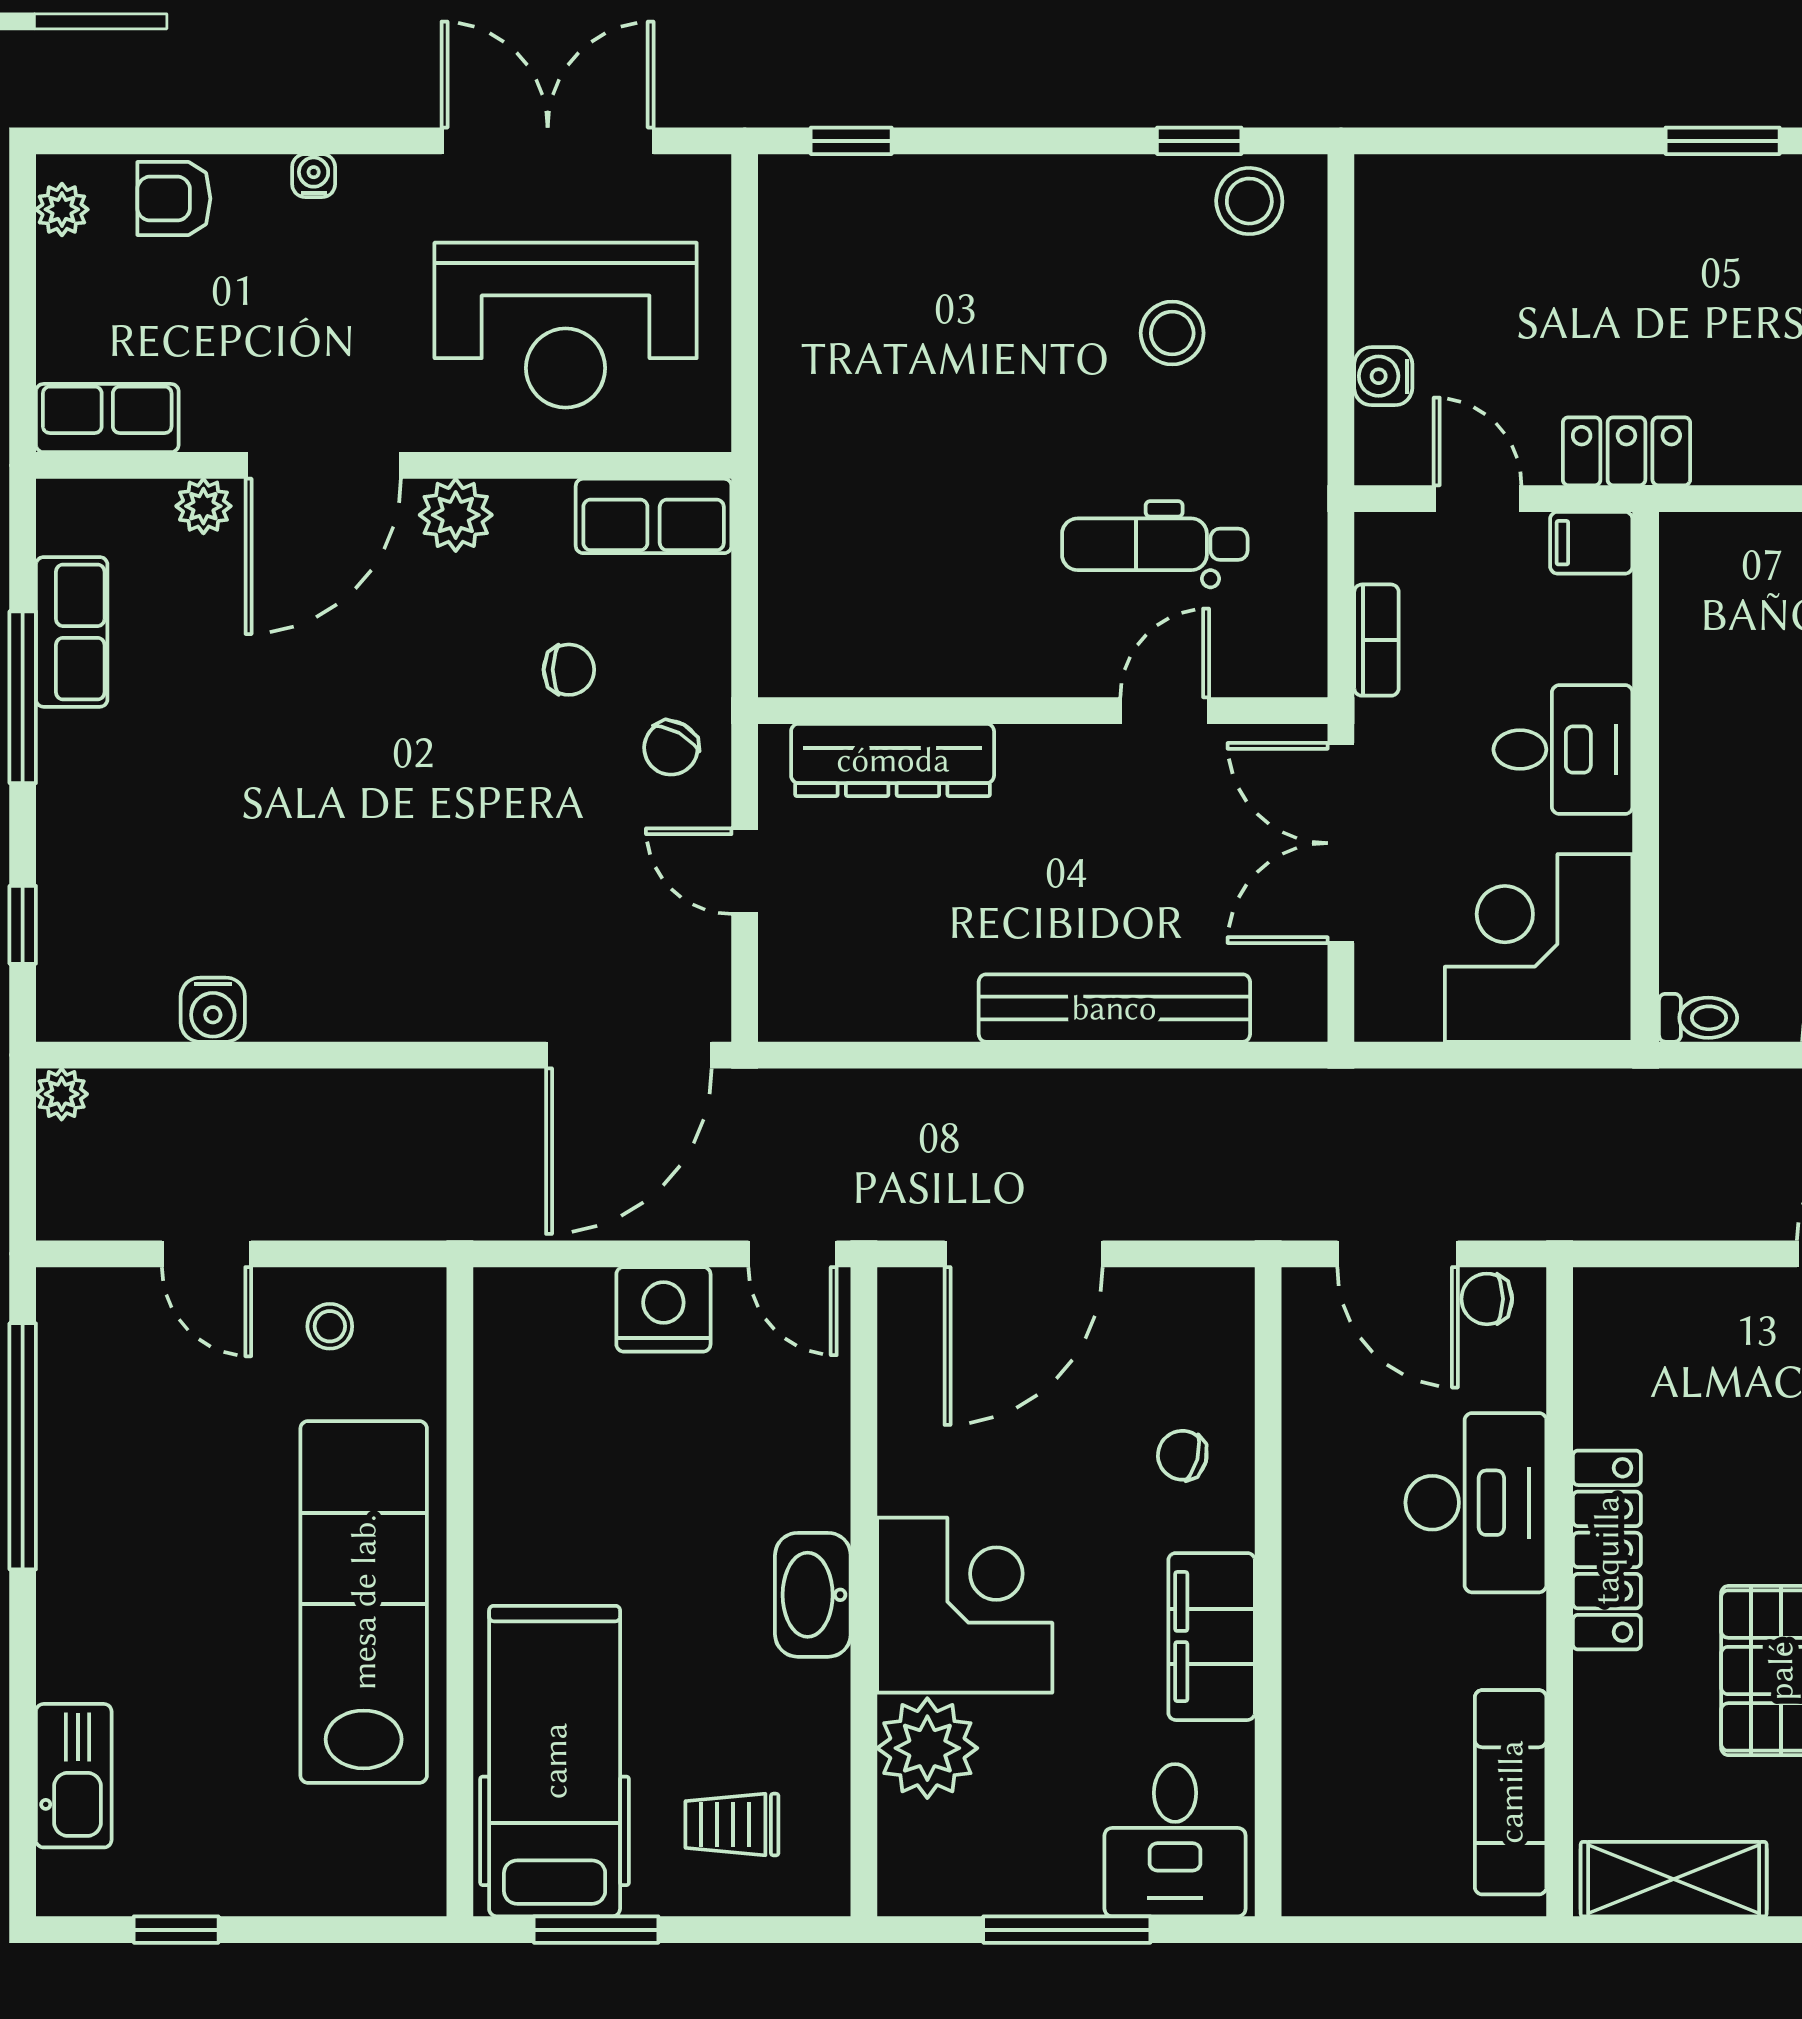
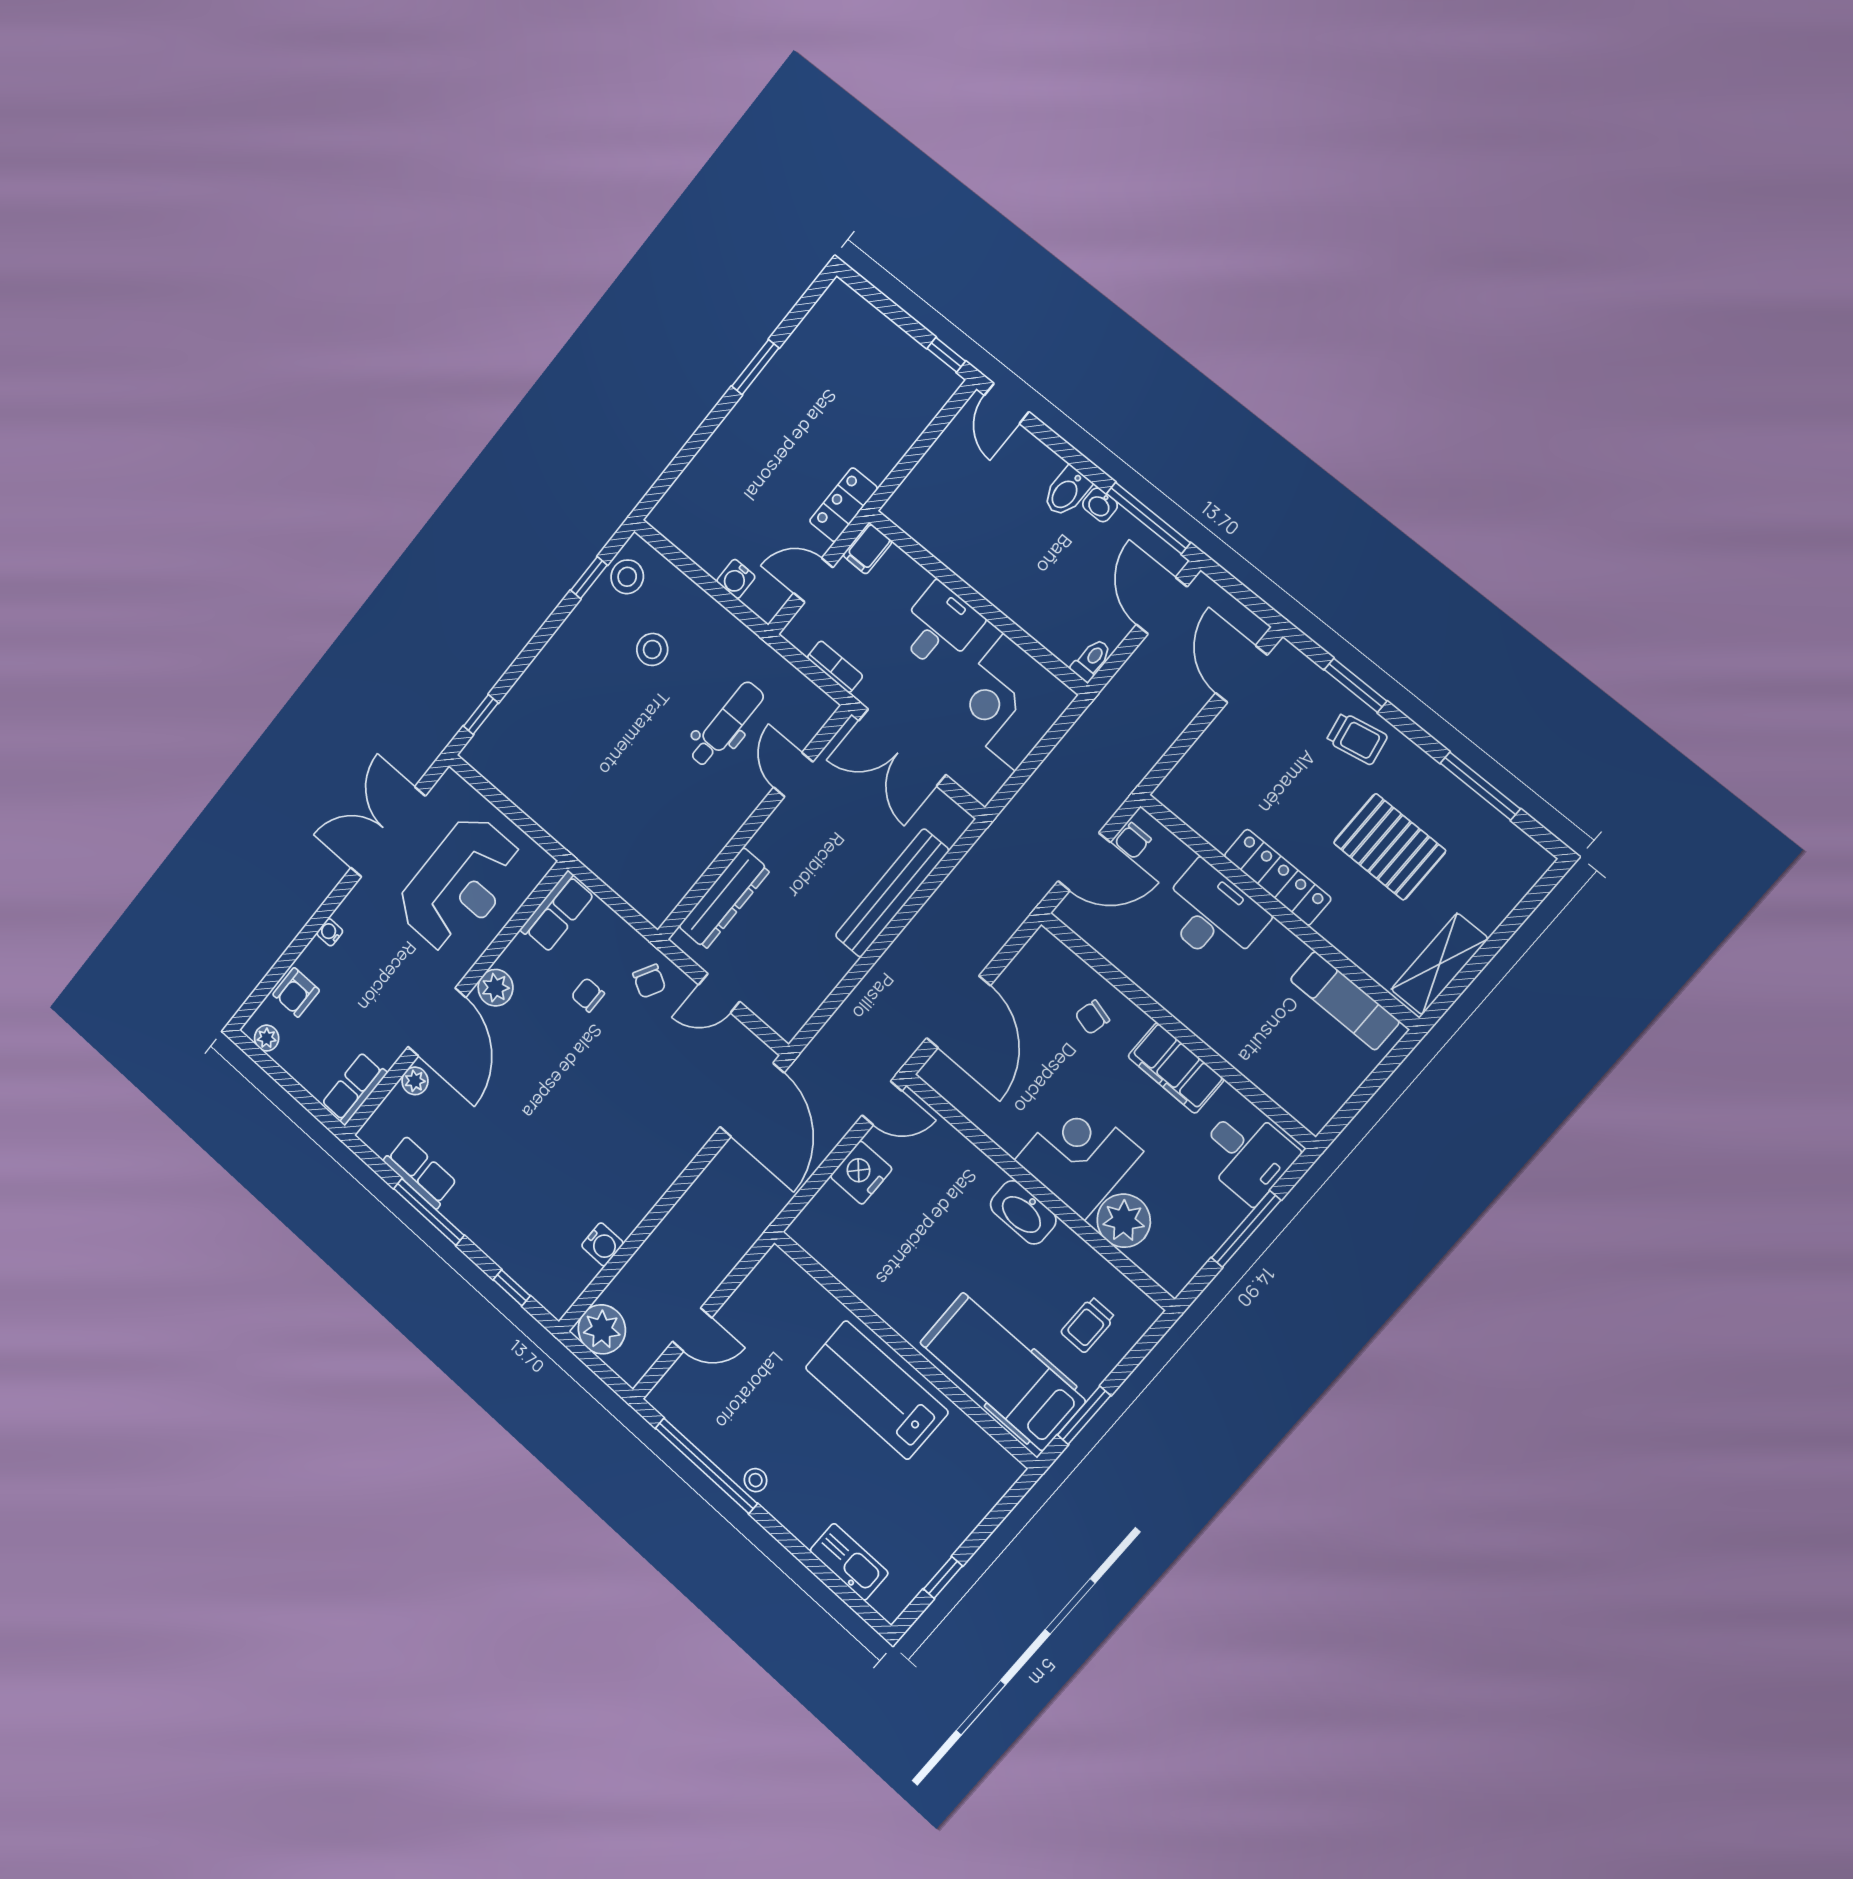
dental chair: (1155, 544) -> (726, 724), turned 180
chair: (569, 670) -> (588, 995), turned -90
plant: (62, 1094) -> (602, 1329), width x1.88, depth x1.88
stool: (330, 1326) -> (756, 1480), moved
lab bench: (364, 1602) -> (877, 1390), width x0.73

